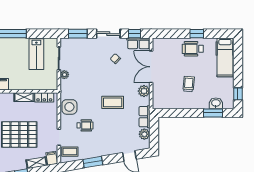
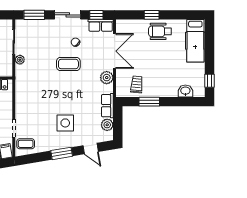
window: (197, 34) -> (152, 15), moved
double door: (151, 67) -> (115, 51), swing flipped
trolley: (189, 84) -> (137, 84), moved
coffee table: (113, 102) -> (68, 64), moved
side table: (69, 107) -> (65, 123), moved
window: (213, 113) -> (149, 102), moved
wheelchair: (85, 125) -> (42, 115), removed
window: (93, 162) -> (62, 153), moved

